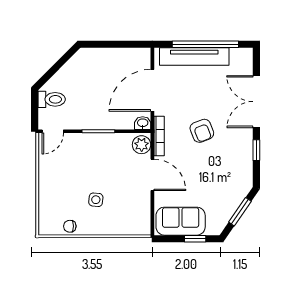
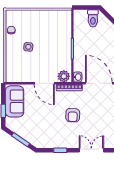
double door: (256, 102) -> (91, 150), width x0.73
door: (53, 131) -> (72, 19), removed
armchair: (202, 131) -> (73, 115), turned -67
door: (152, 175) -> (44, 83), hinge flipped

